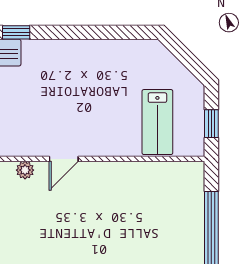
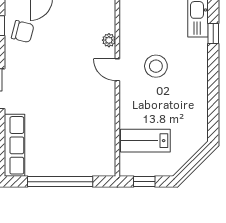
stool: (59, 108) -> (156, 66), added

